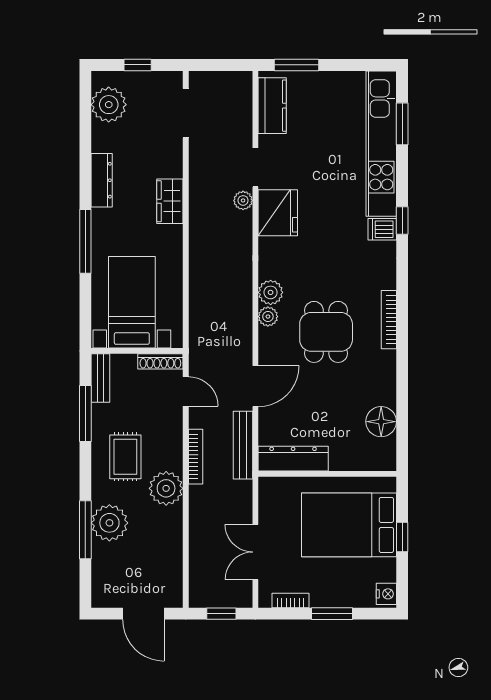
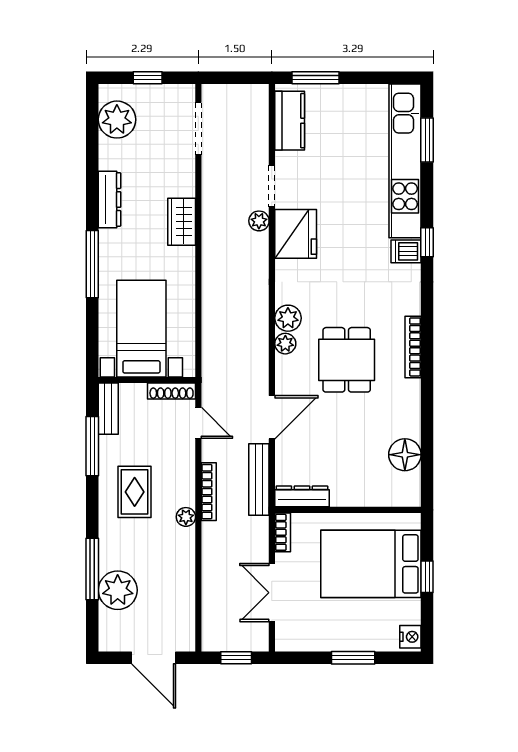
dresser: (293, 459) -> (302, 496), width x0.73, depth x0.80
plant: (166, 488) -> (186, 517), width x0.53, depth x0.53
plant: (109, 523) -> (118, 590), moved
bookcase: (291, 600) -> (283, 532), moved, turned 90

